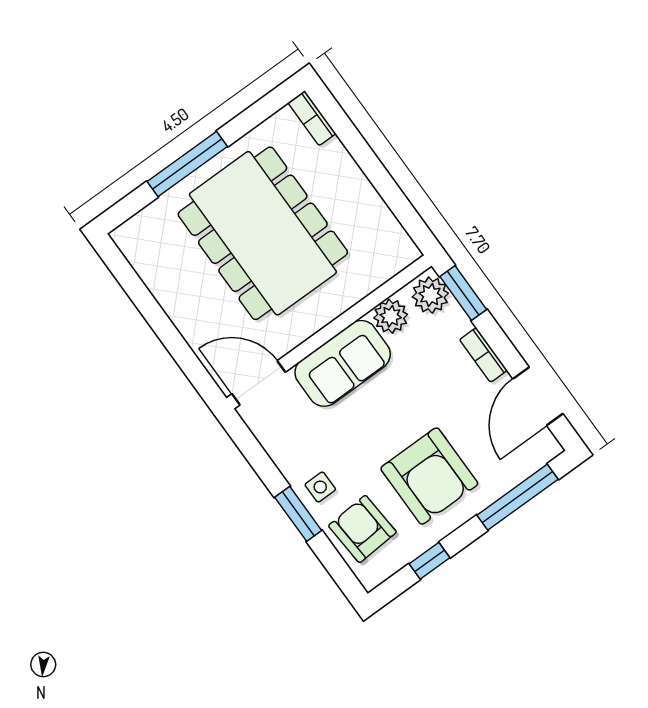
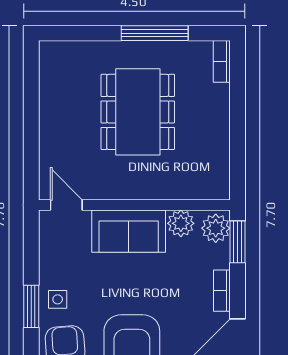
window: (187, 164) -> (155, 33), moved
dining table: (263, 233) -> (138, 112), width x0.73, depth x0.80
door: (259, 383) -> (66, 205), width x0.73

